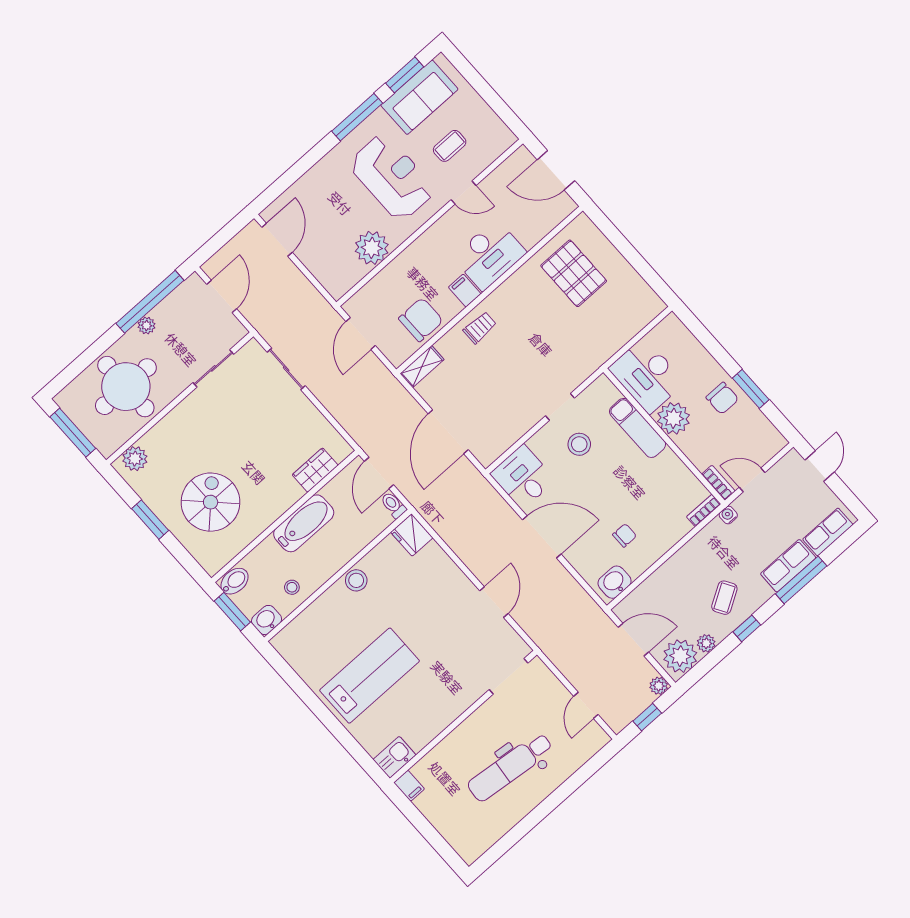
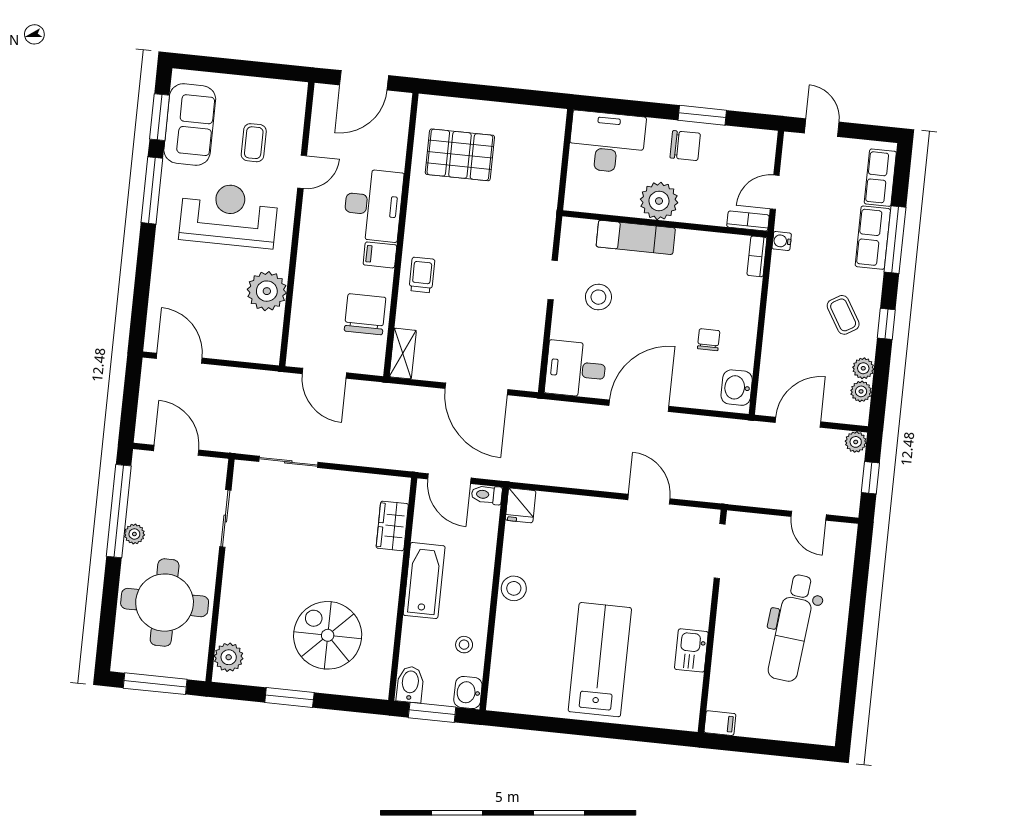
desk: (647, 375) -> (607, 142), moved, turned 180
fridge: (412, 535) -> (521, 505), width x0.72
plant: (680, 656) -> (861, 391), width x0.53, depth x0.53
kitchen sink: (394, 757) -> (691, 650), moved

